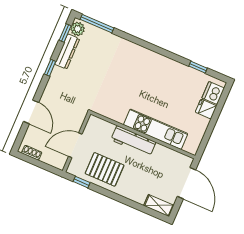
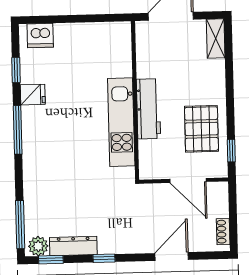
window: (159, 50) -> (18, 130), added
fridge: (206, 109) -> (33, 95), moved, turned -90
kitchen unit: (156, 129) -> (121, 122), moved

